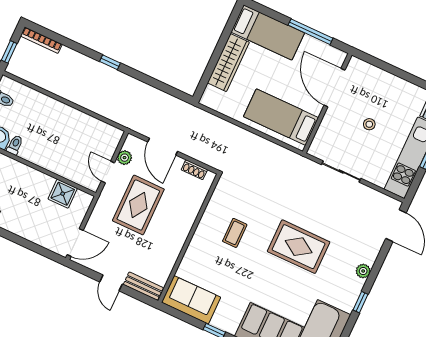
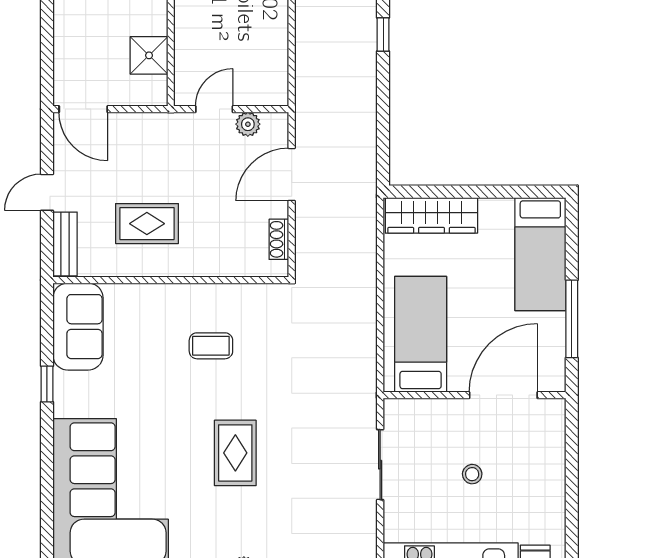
wardrobe: (228, 63) -> (431, 215), moved
rug: (138, 205) -> (147, 224), moved, width x0.73, depth x0.70
rug: (299, 247) -> (235, 453), width x0.73, depth x0.70

